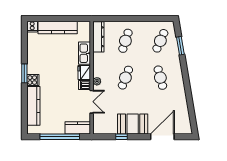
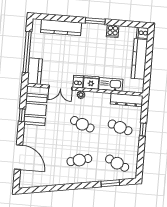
window: (126, 19) -> (143, 130), added
cooker: (33, 80) -> (113, 31), moved
booth: (133, 124) -> (36, 110), moved

